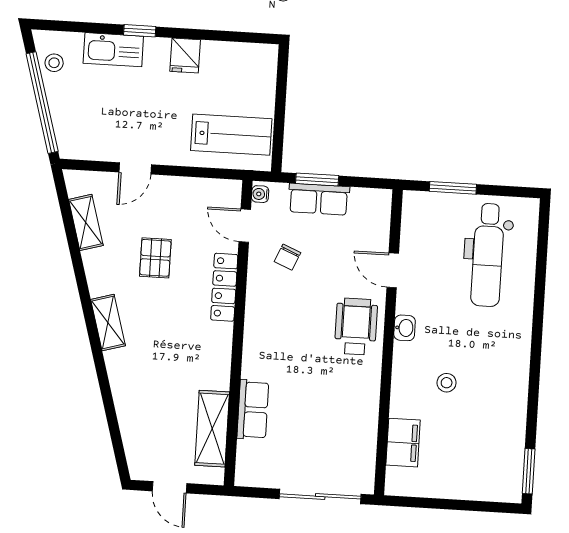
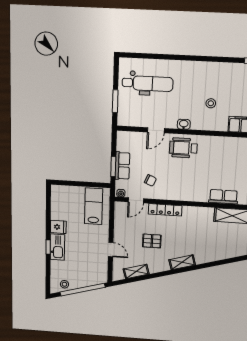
kitchen sink: (113, 50) -> (57, 247), moved

